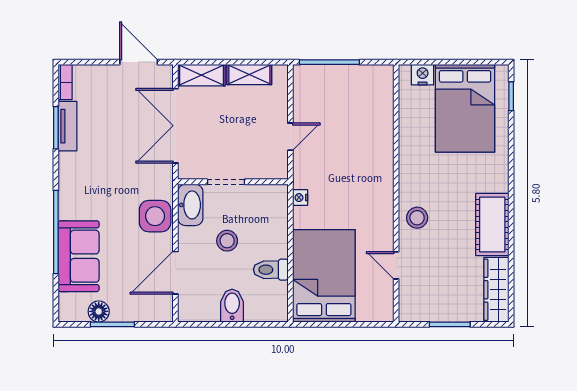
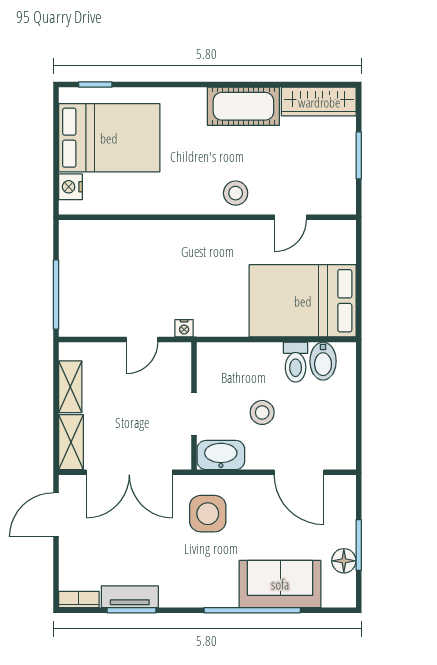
door: (290, 137) -> (142, 339), swing flipped
nightstand: (300, 198) -> (184, 328), moved
side table: (155, 216) -> (208, 514), moved
bidet: (232, 306) -> (323, 361), moved, turned -90

